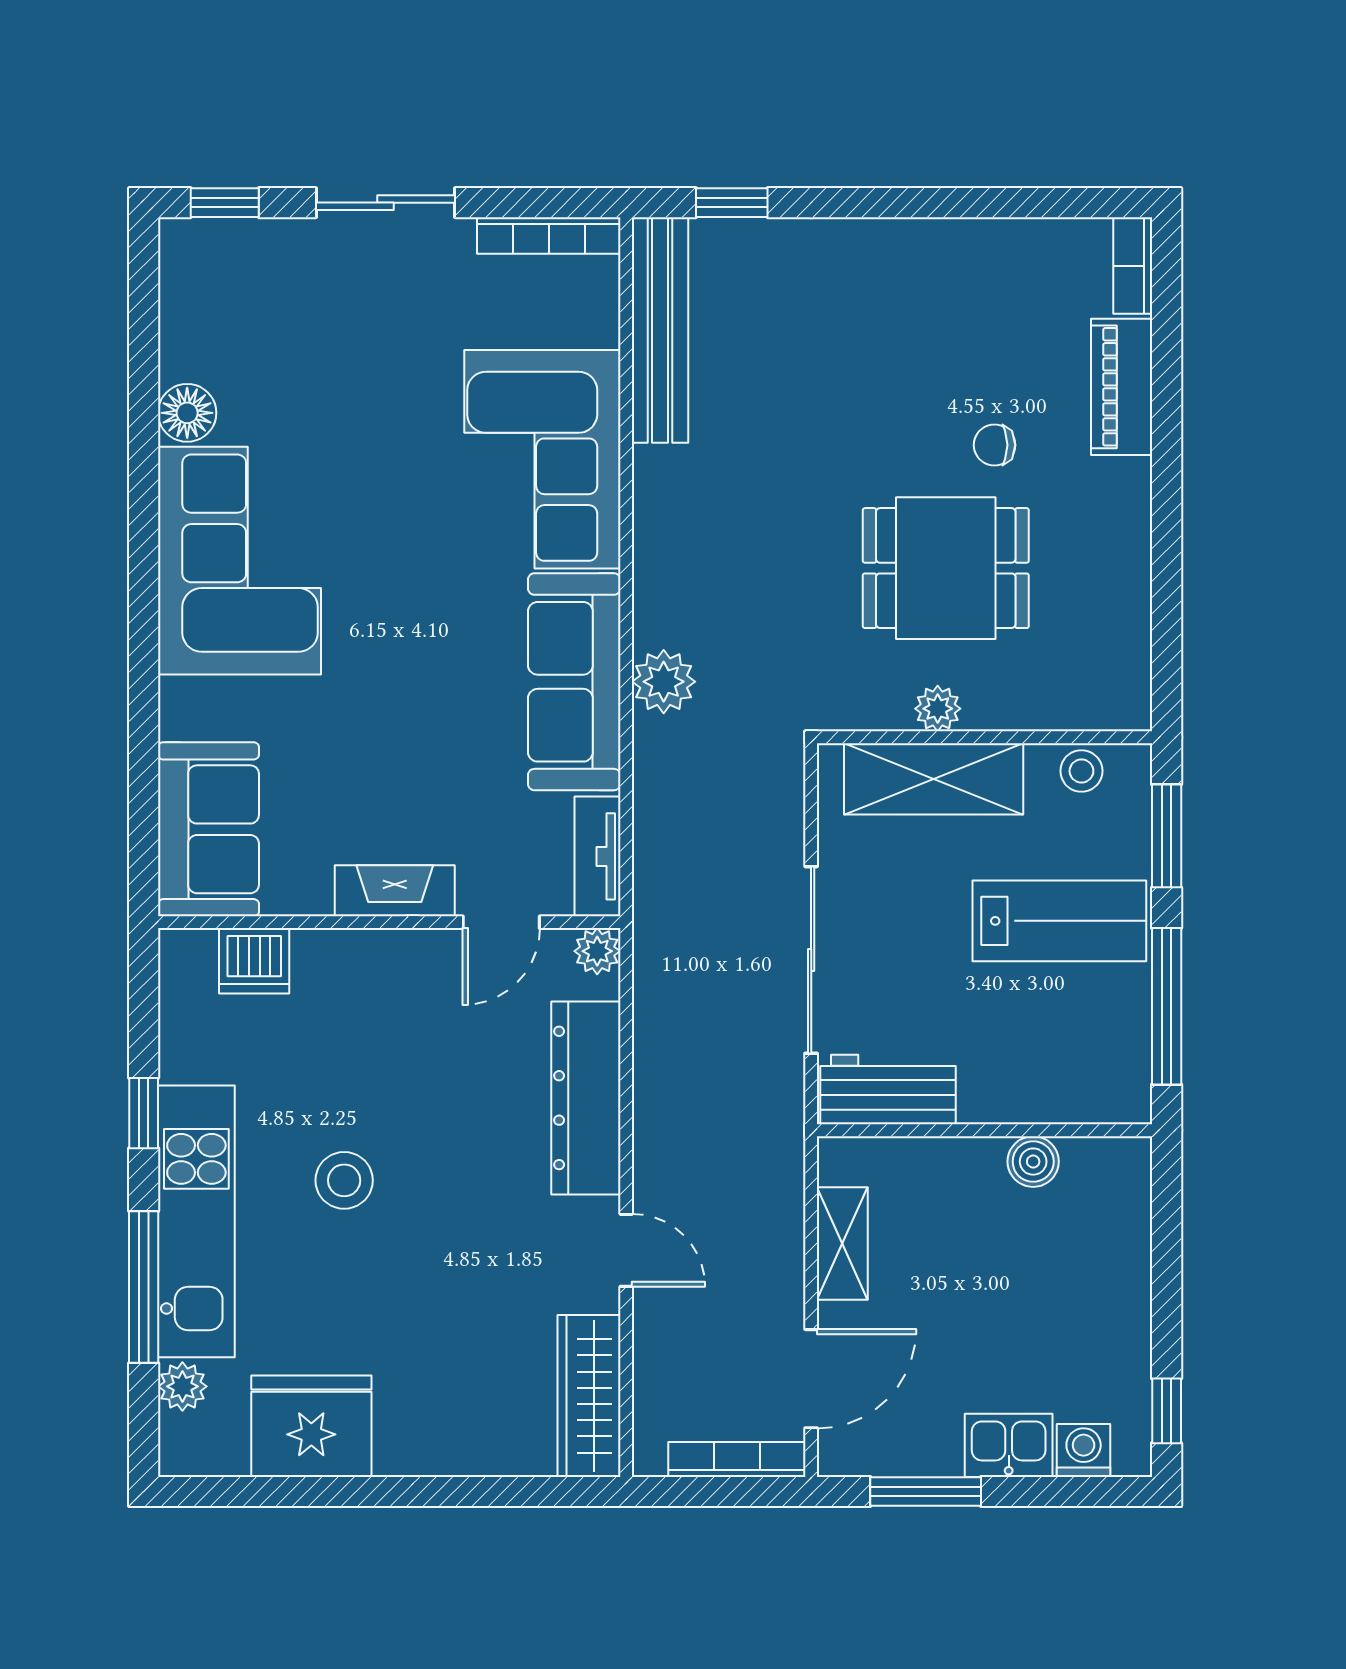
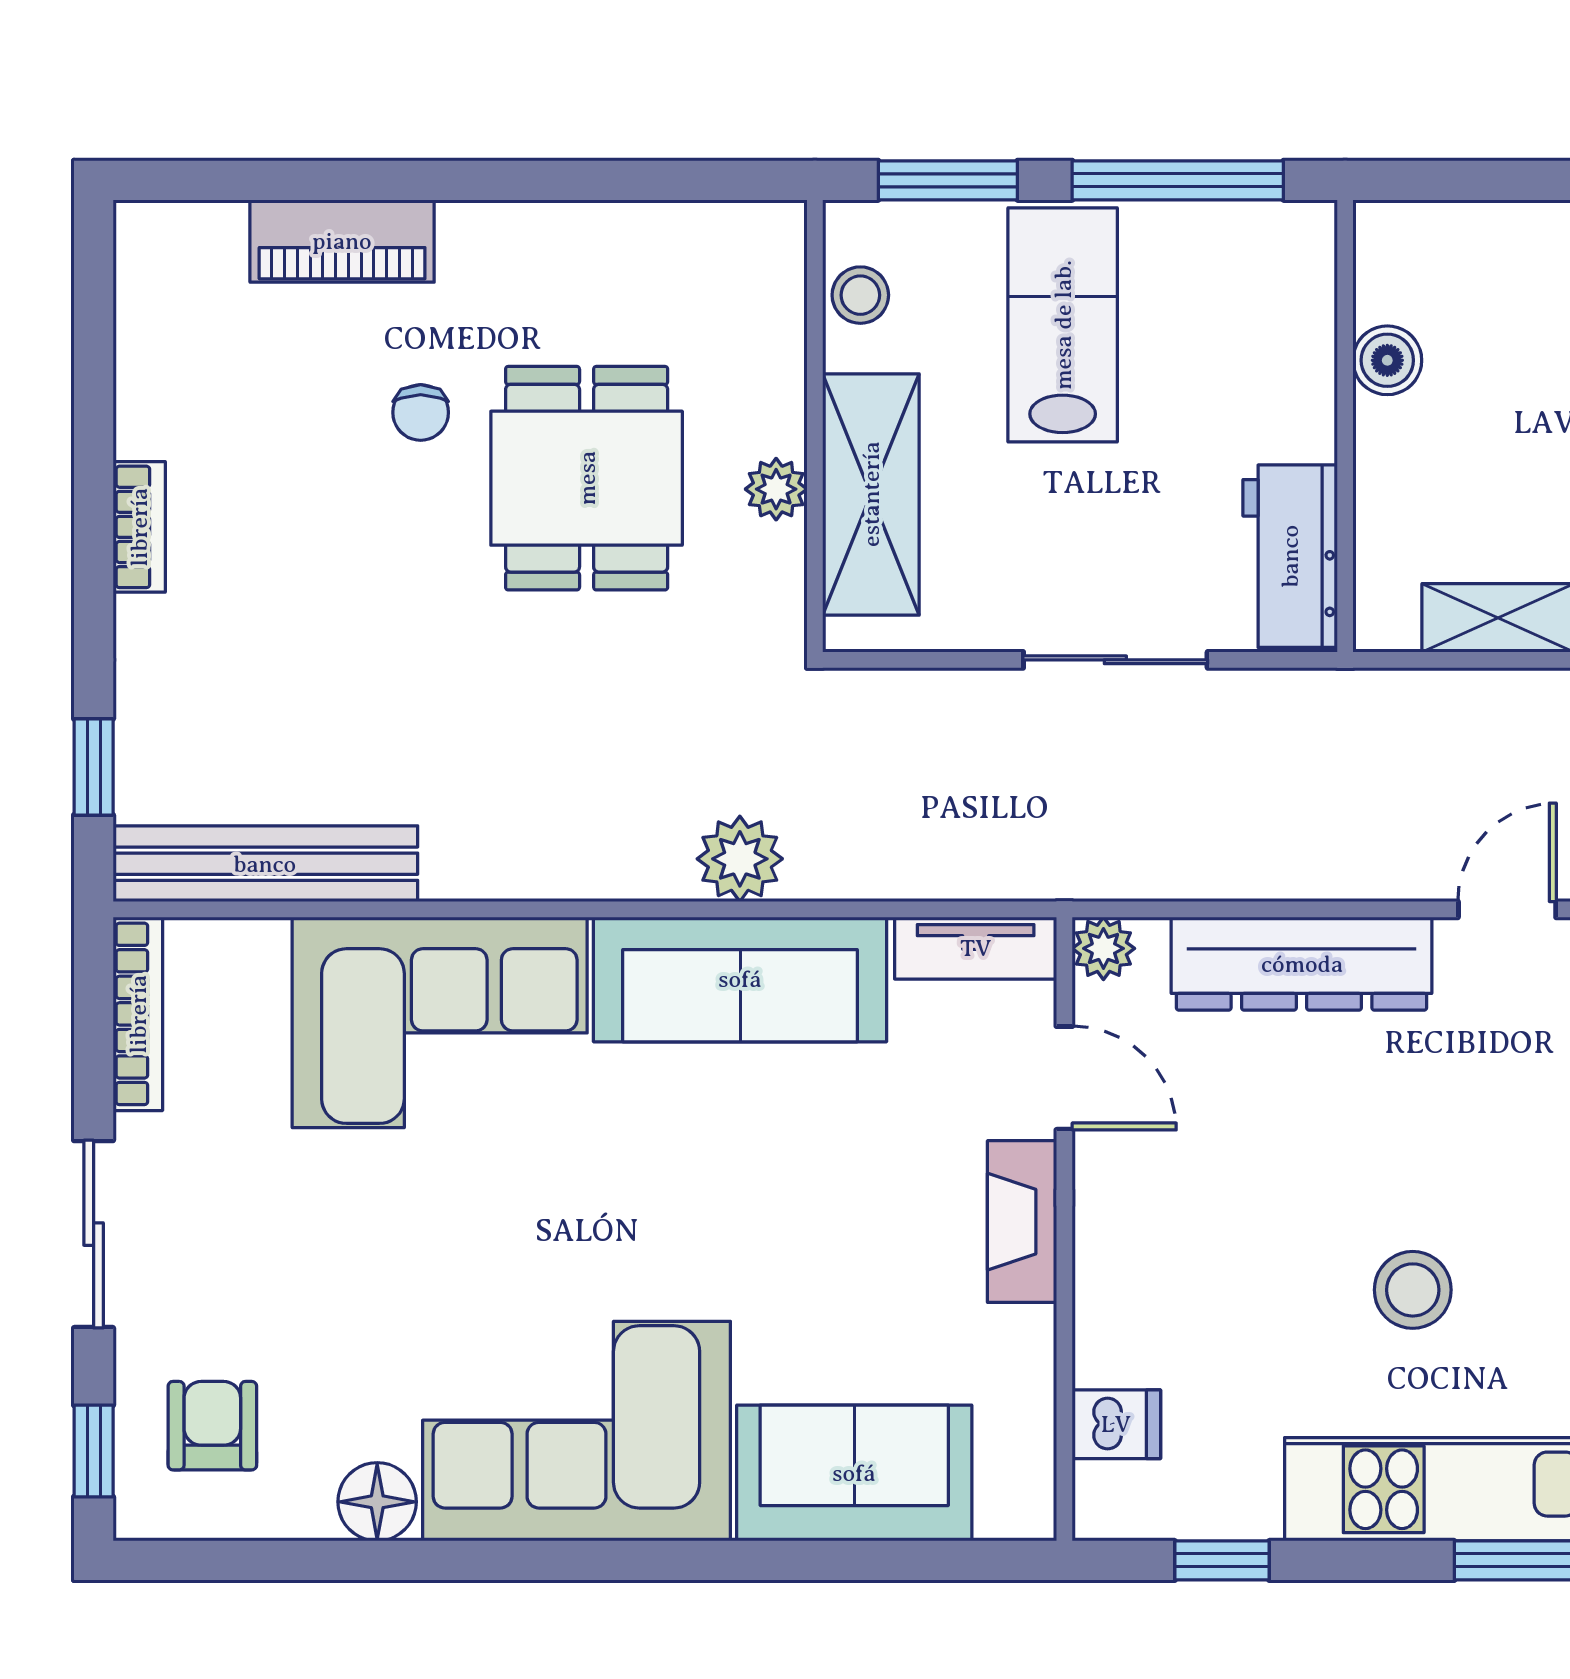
bookcase: (1133, 266) -> (139, 527), moved, turned -90
armchair: (244, 291) -> (212, 1426), added
sofa: (208, 829) -> (854, 1473), moved
sliding door: (811, 960) -> (1115, 660), width x0.73
dishwasher: (254, 961) -> (1116, 1424), width x0.73
window: (144, 1113) -> (1222, 1560), moved

